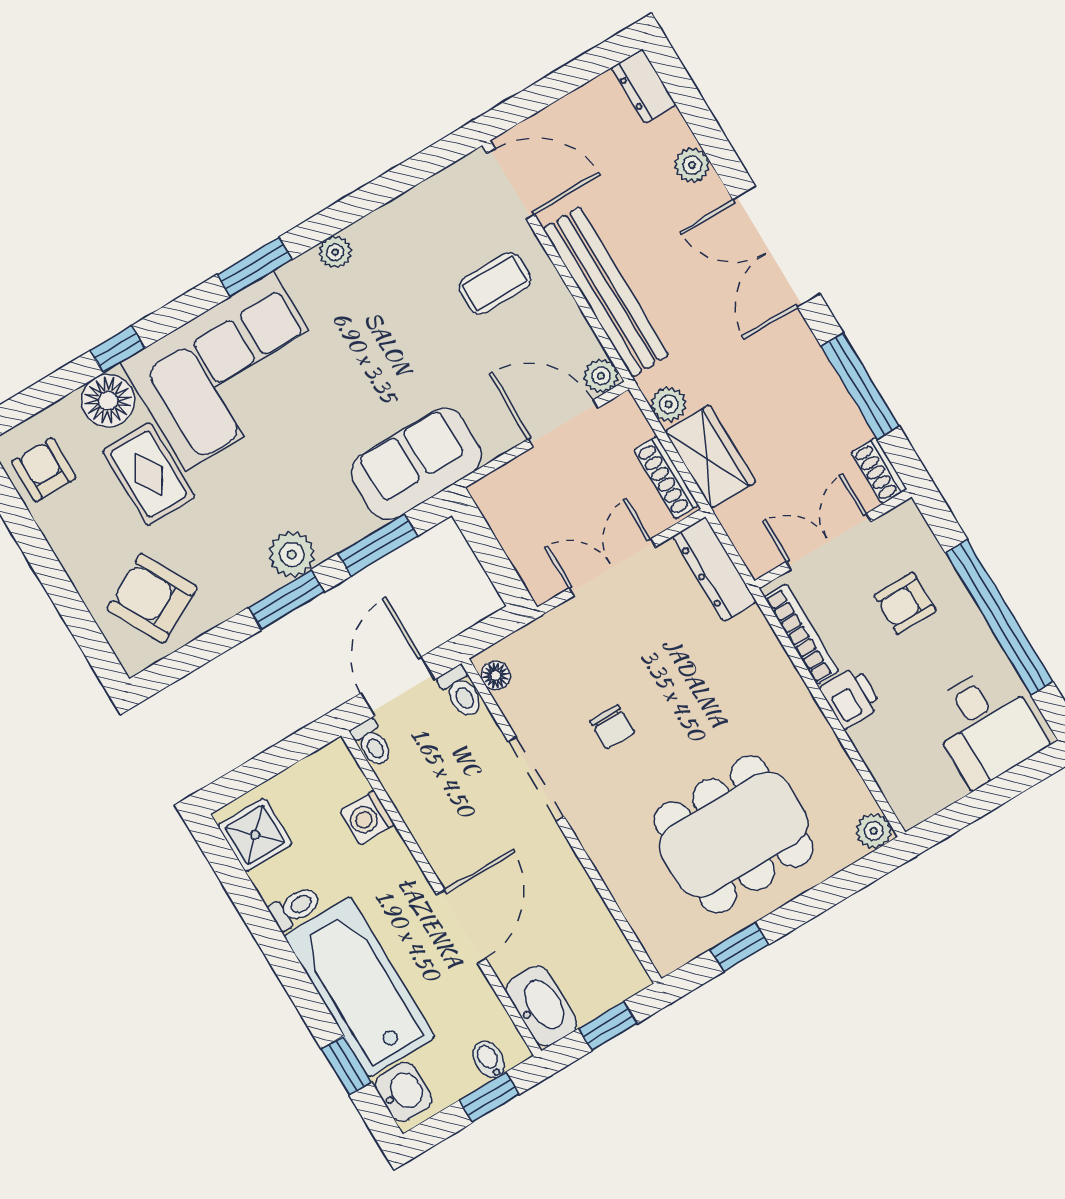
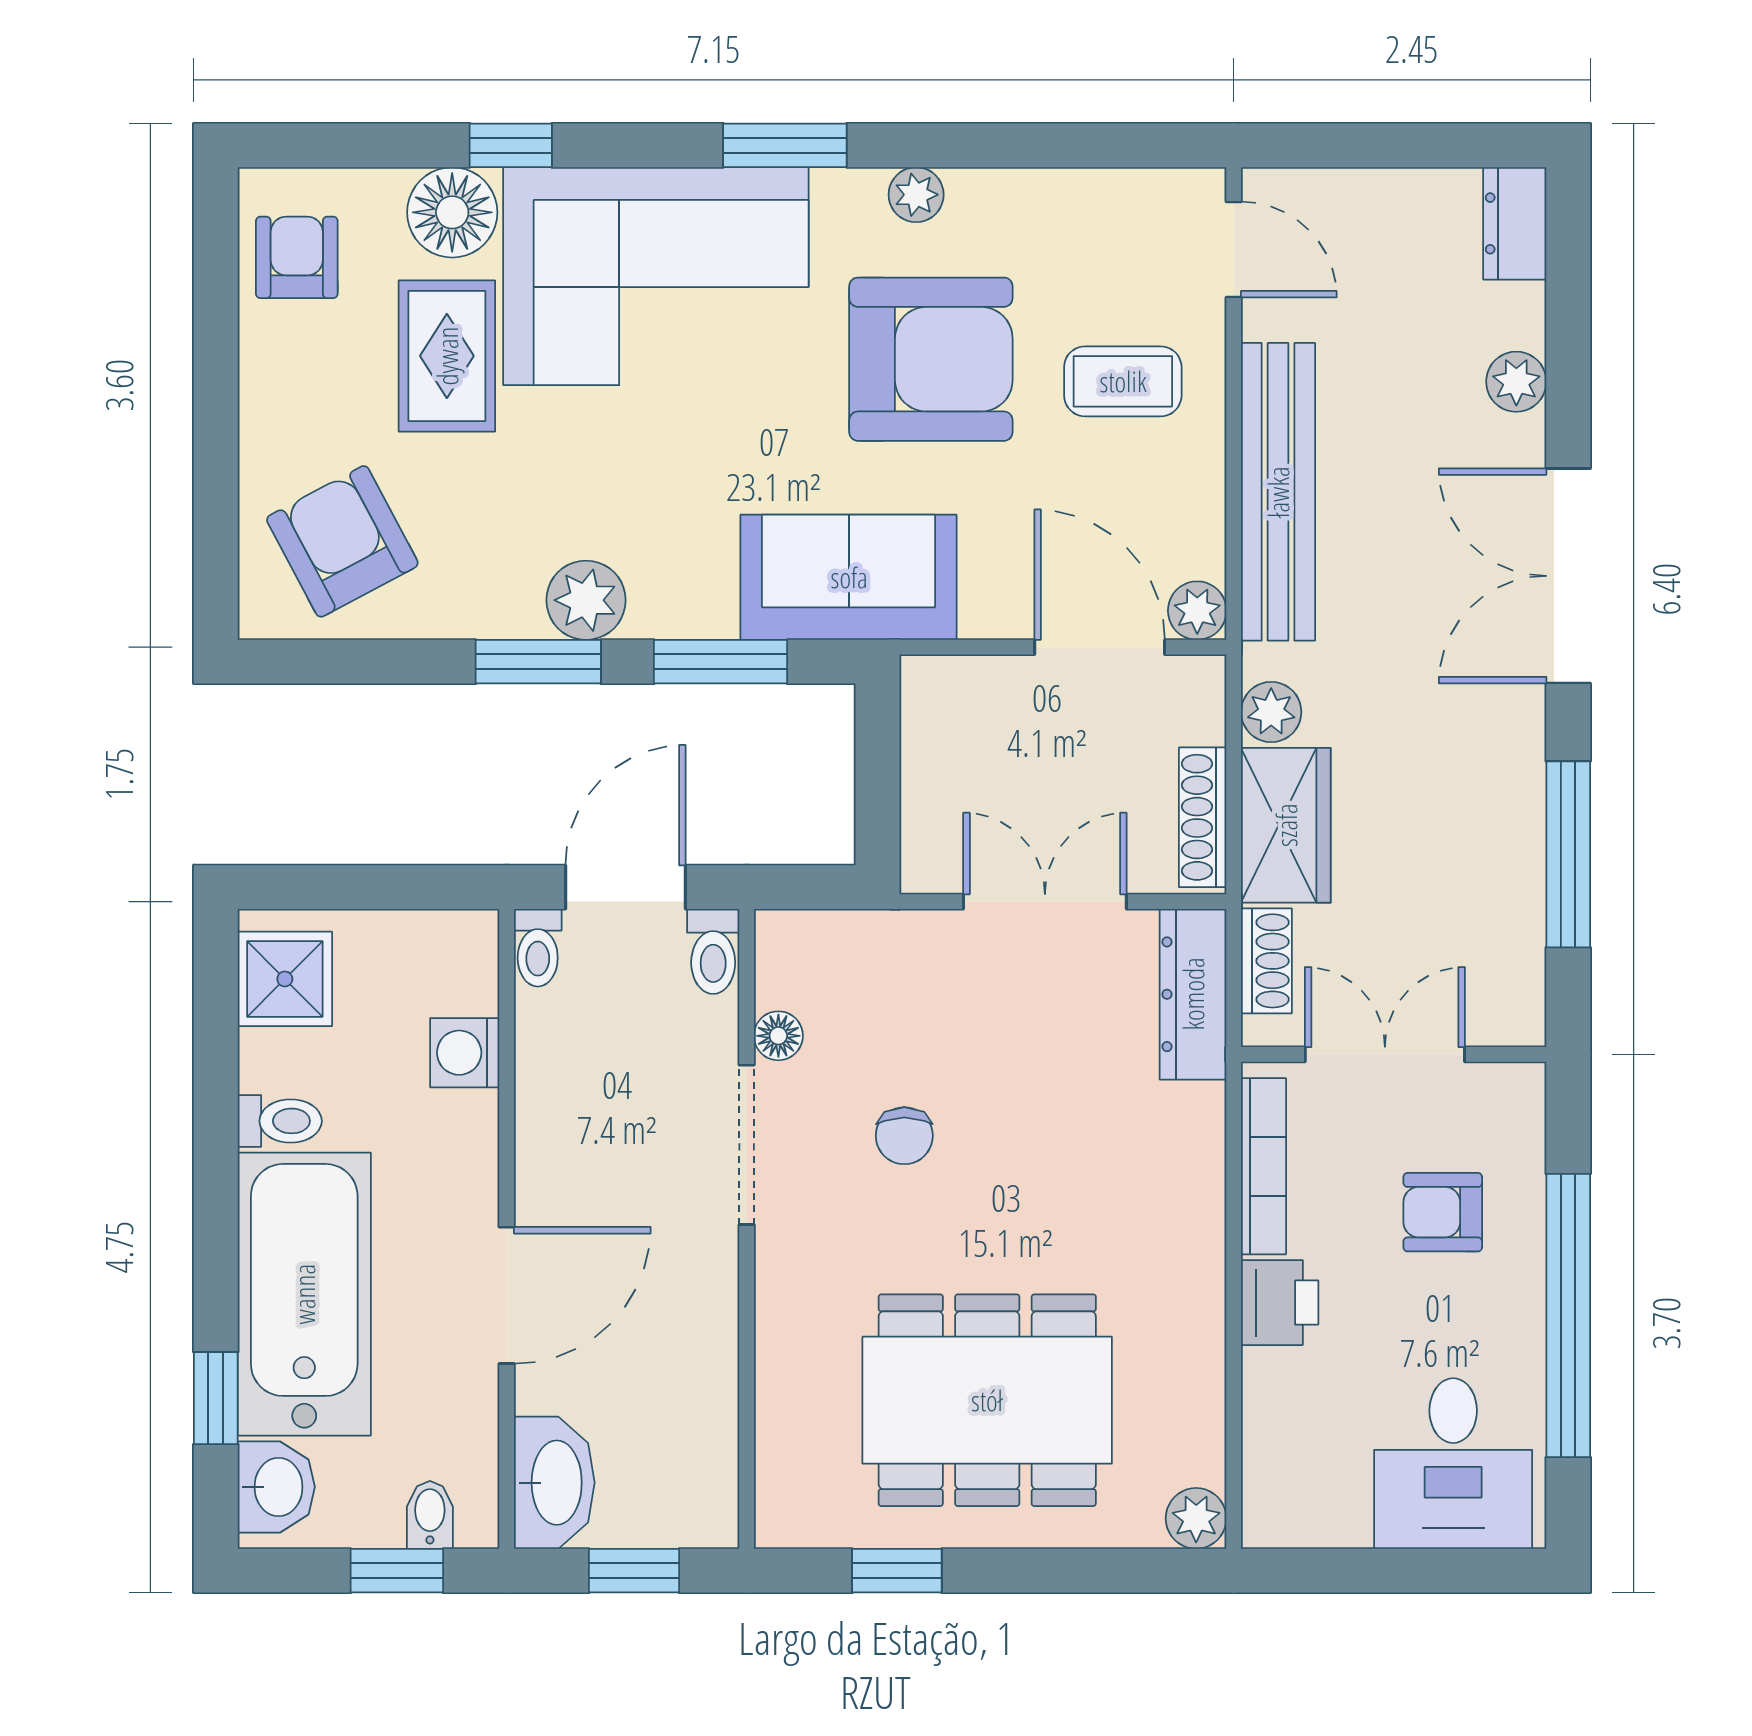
door: (511, 184) -> (1234, 250), width x0.73
armchair: (392, 330) -> (931, 359), added
shoe rack: (879, 471) -> (1266, 961), moved, turned 180
floor lamp: (496, 675) -> (778, 1036), moved

